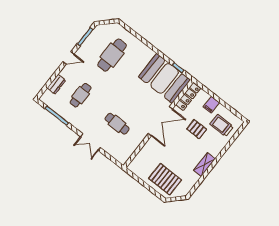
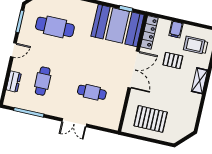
cafe table: (112, 55) -> (55, 27), turned 90
shelving: (204, 165) -> (200, 81), moved
pallet: (165, 179) -> (151, 119), moved

